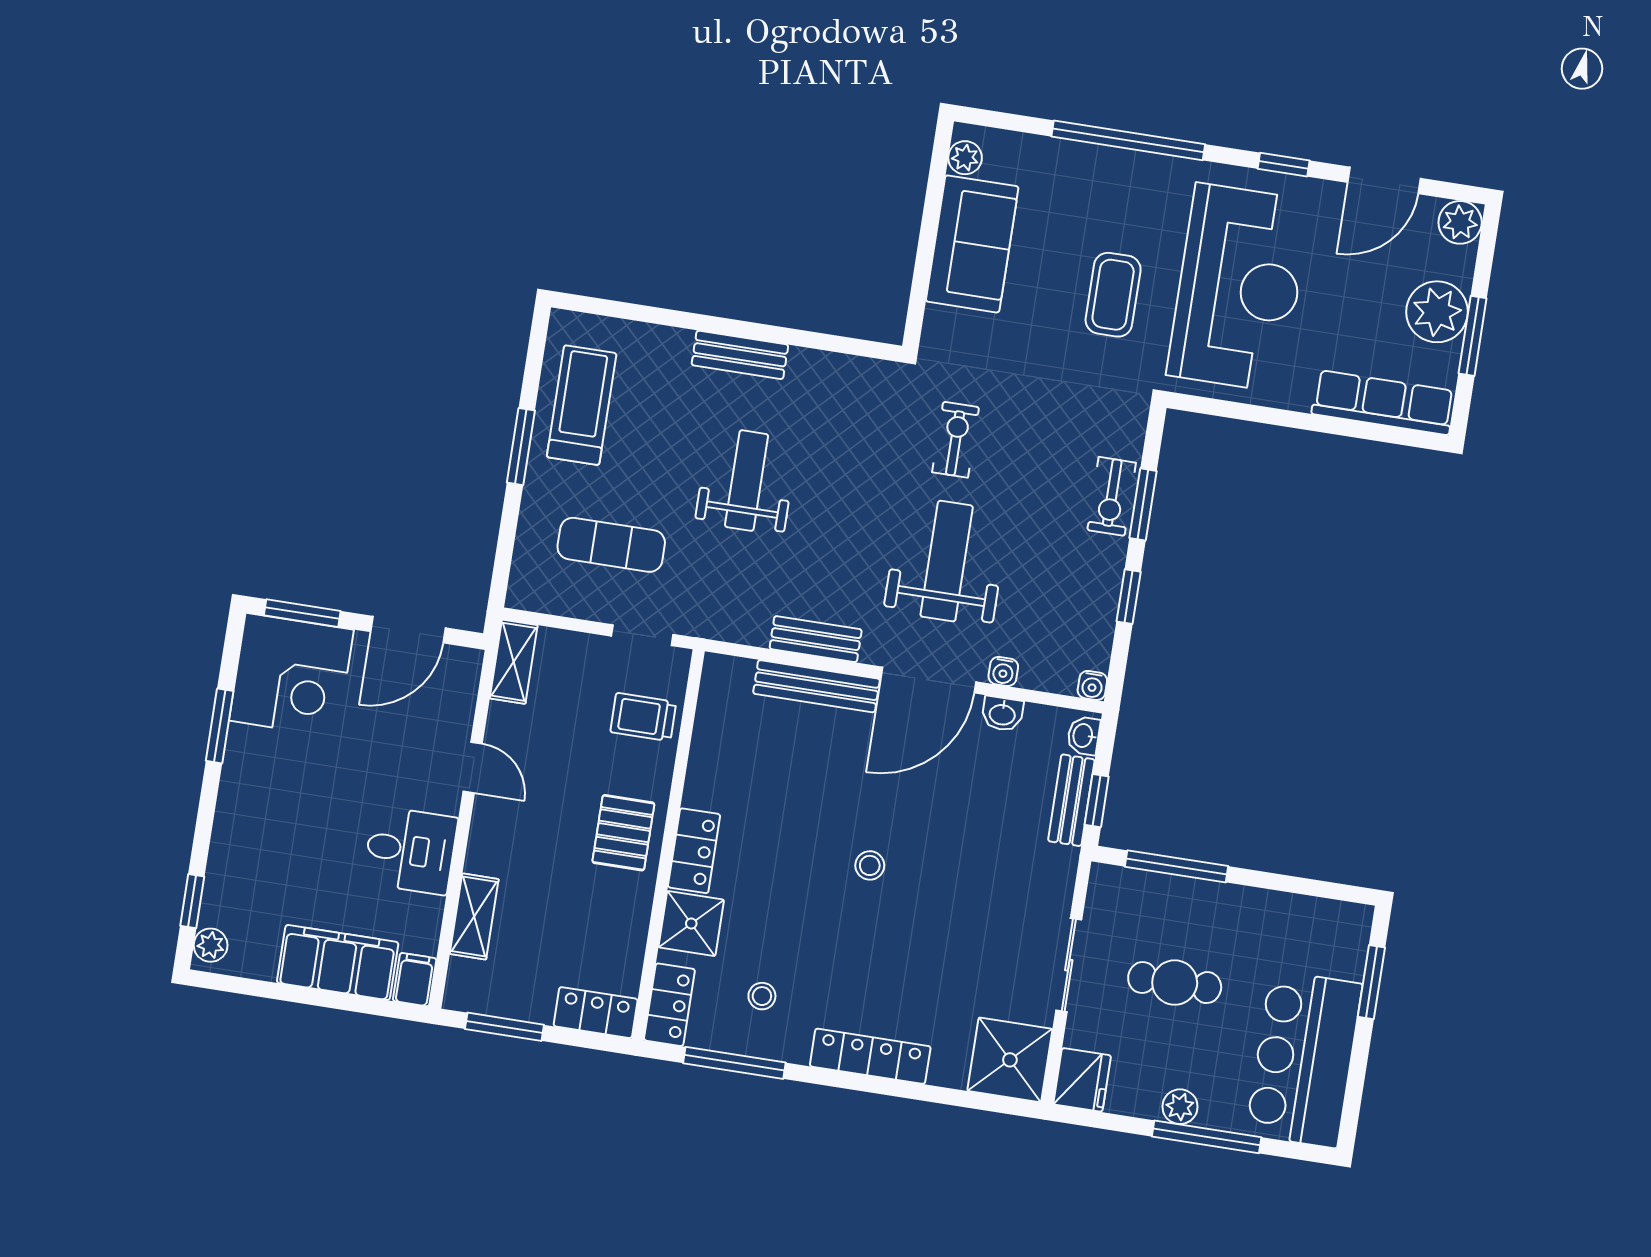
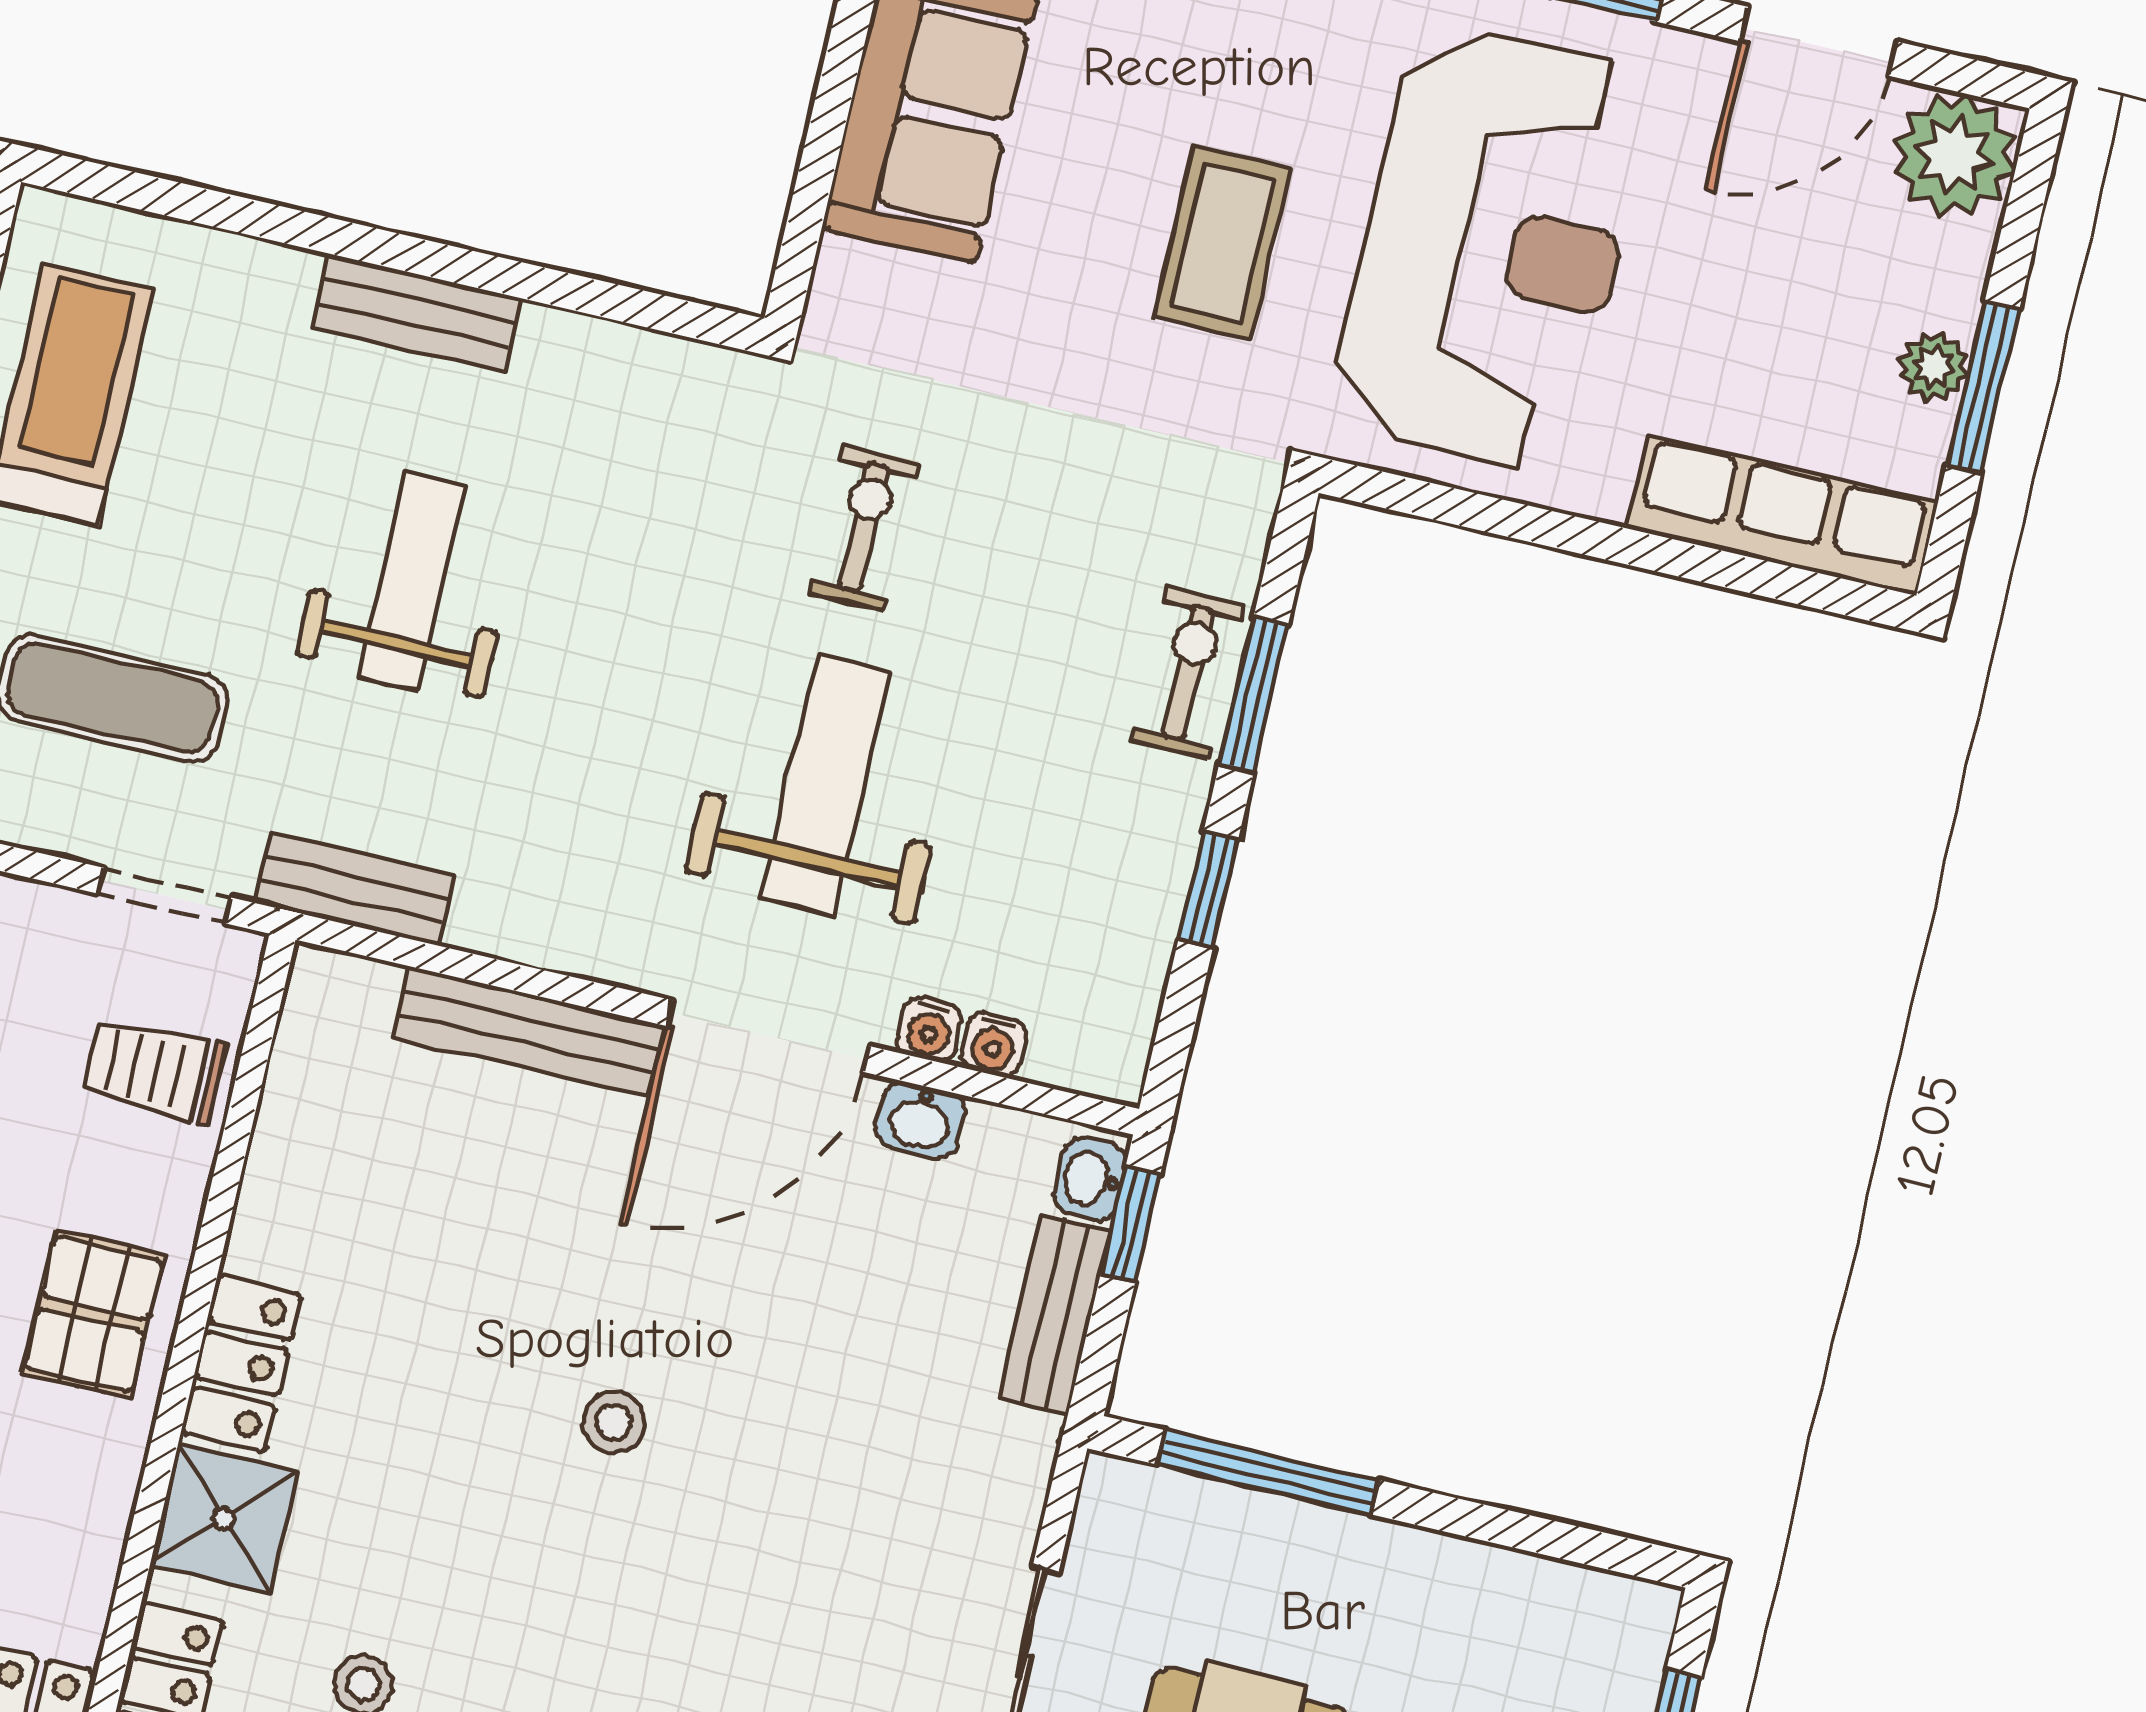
plant: (1460, 222) -> (1954, 155), width x1.36, depth x1.36
plant: (1437, 312) -> (1934, 367), width x0.53, depth x0.53
exercise bike: (1112, 496) -> (1188, 673), turned 180
bench: (816, 639) -> (355, 889), moved
water cooler: (1092, 685) -> (994, 1045), moved
window: (1097, 801) -> (1130, 1225), moved

